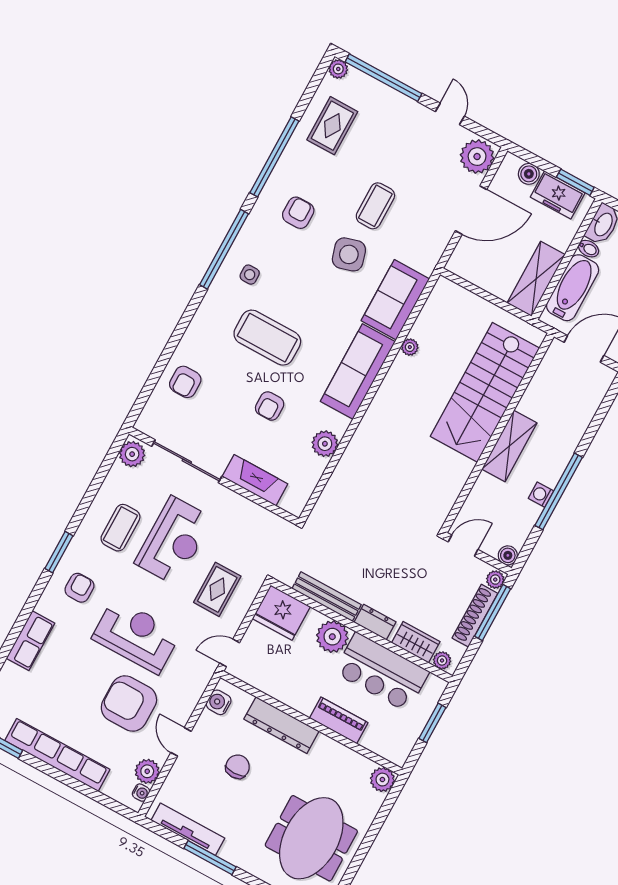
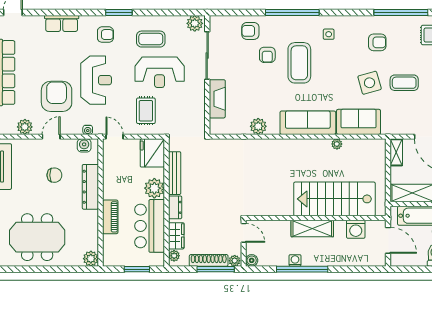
window: (224, 249) -> (292, 12), moved
shelving: (467, 270) -> (396, 152), added
washing machine: (544, 386) -> (356, 229), added
armchair: (270, 406) -> (267, 55), moved, turned -90
rug: (217, 589) -> (146, 111), turned 90
water cooler: (141, 793) -> (88, 130), moved

